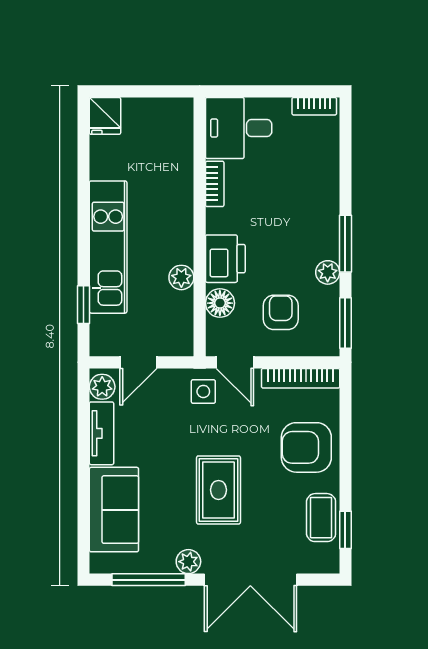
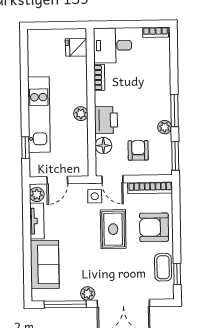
fridge: (105, 116) -> (76, 47), moved, turned 90
plant: (181, 277) -> (81, 114), moved
rug: (218, 490) -> (113, 229), moved

